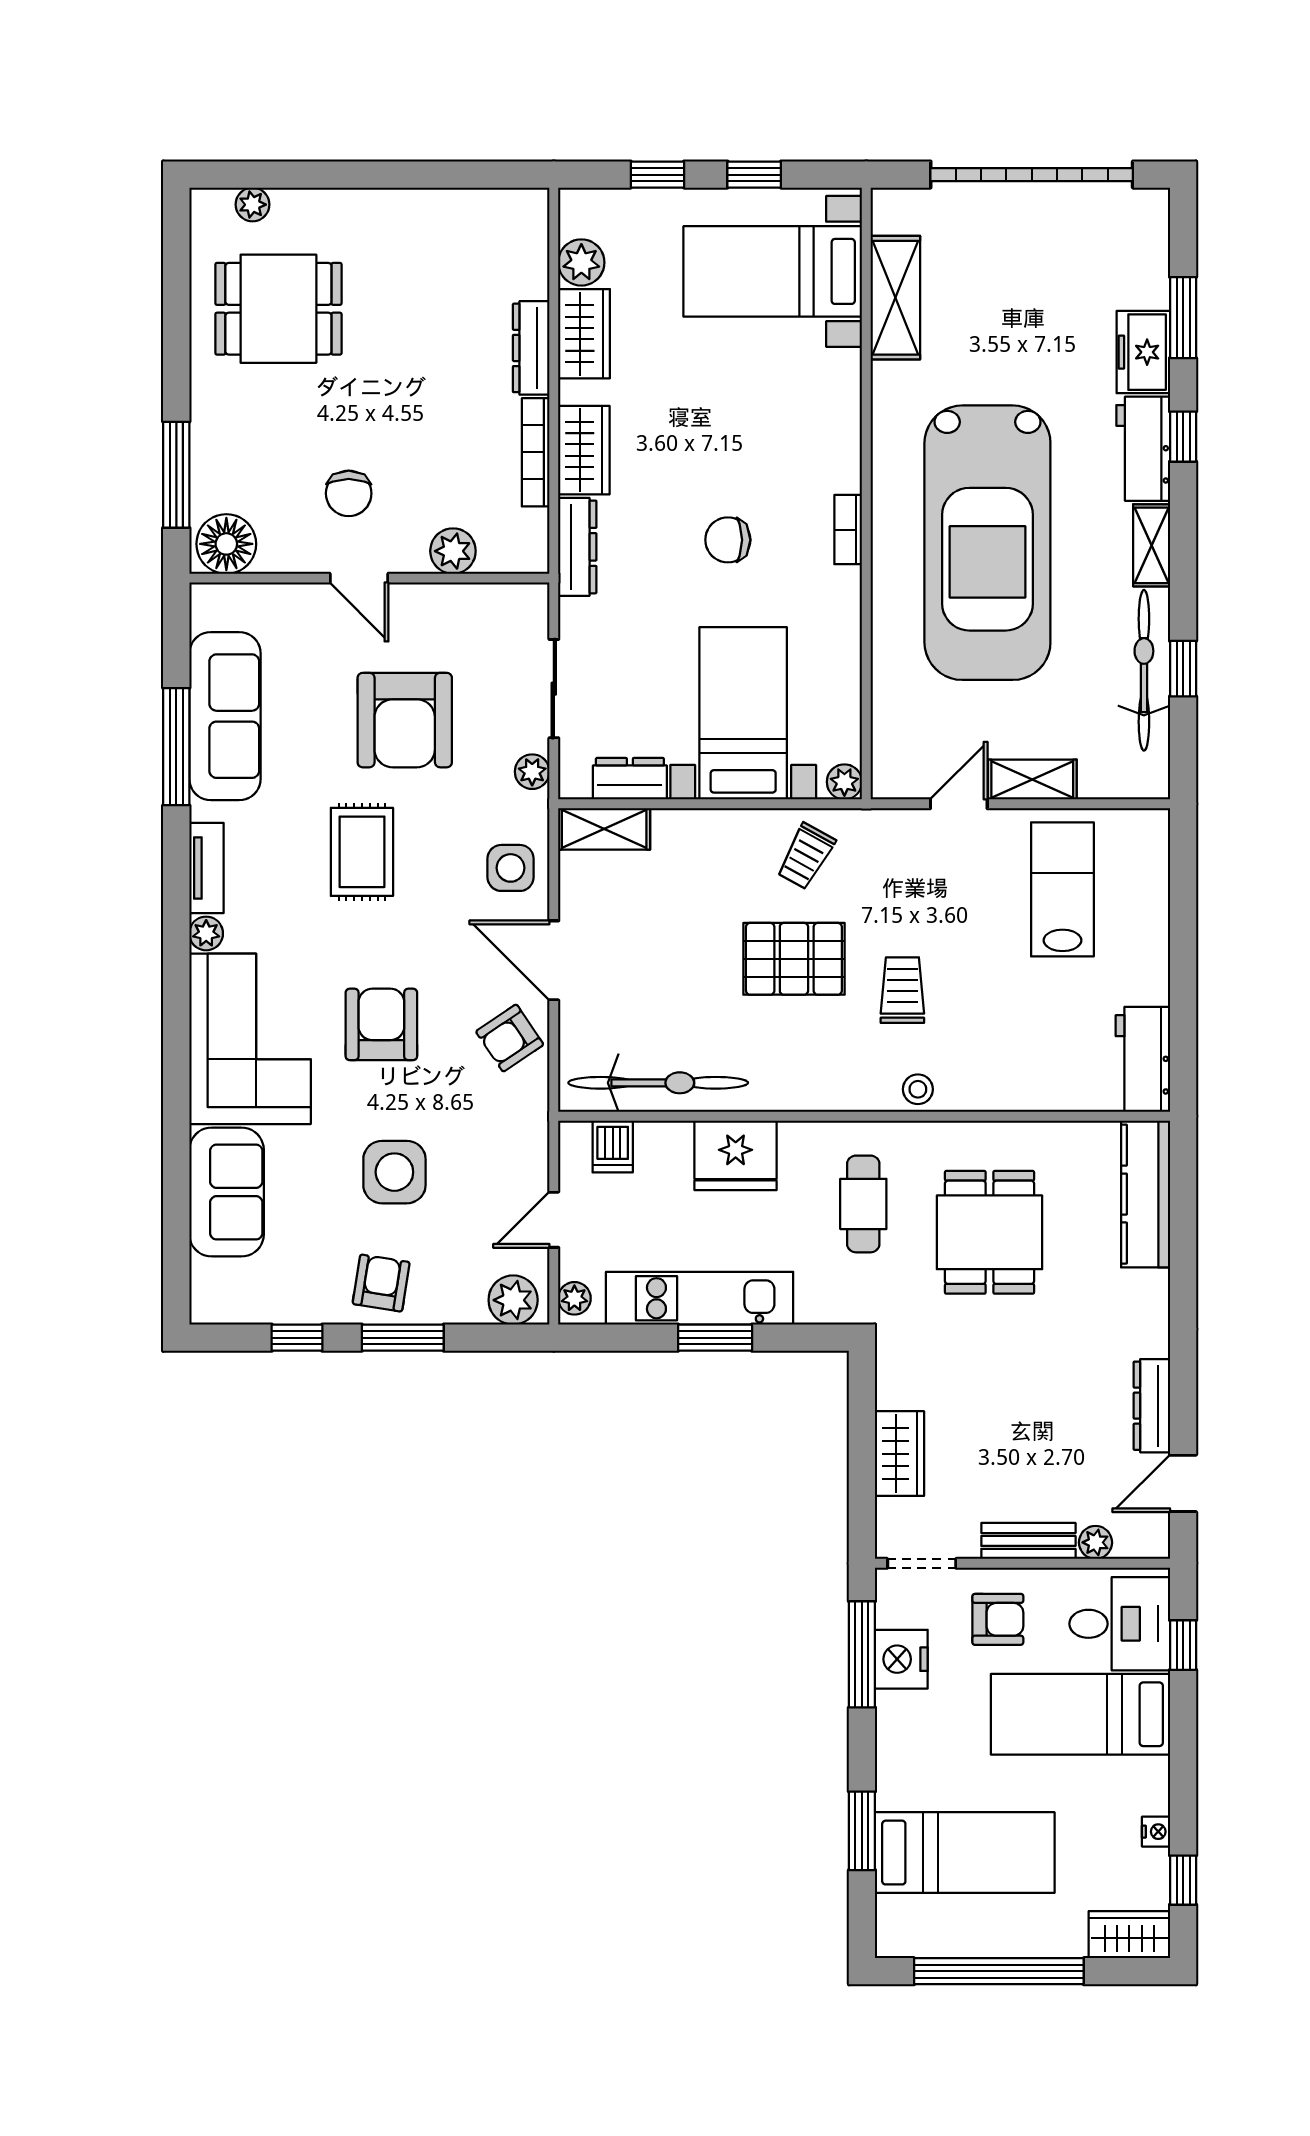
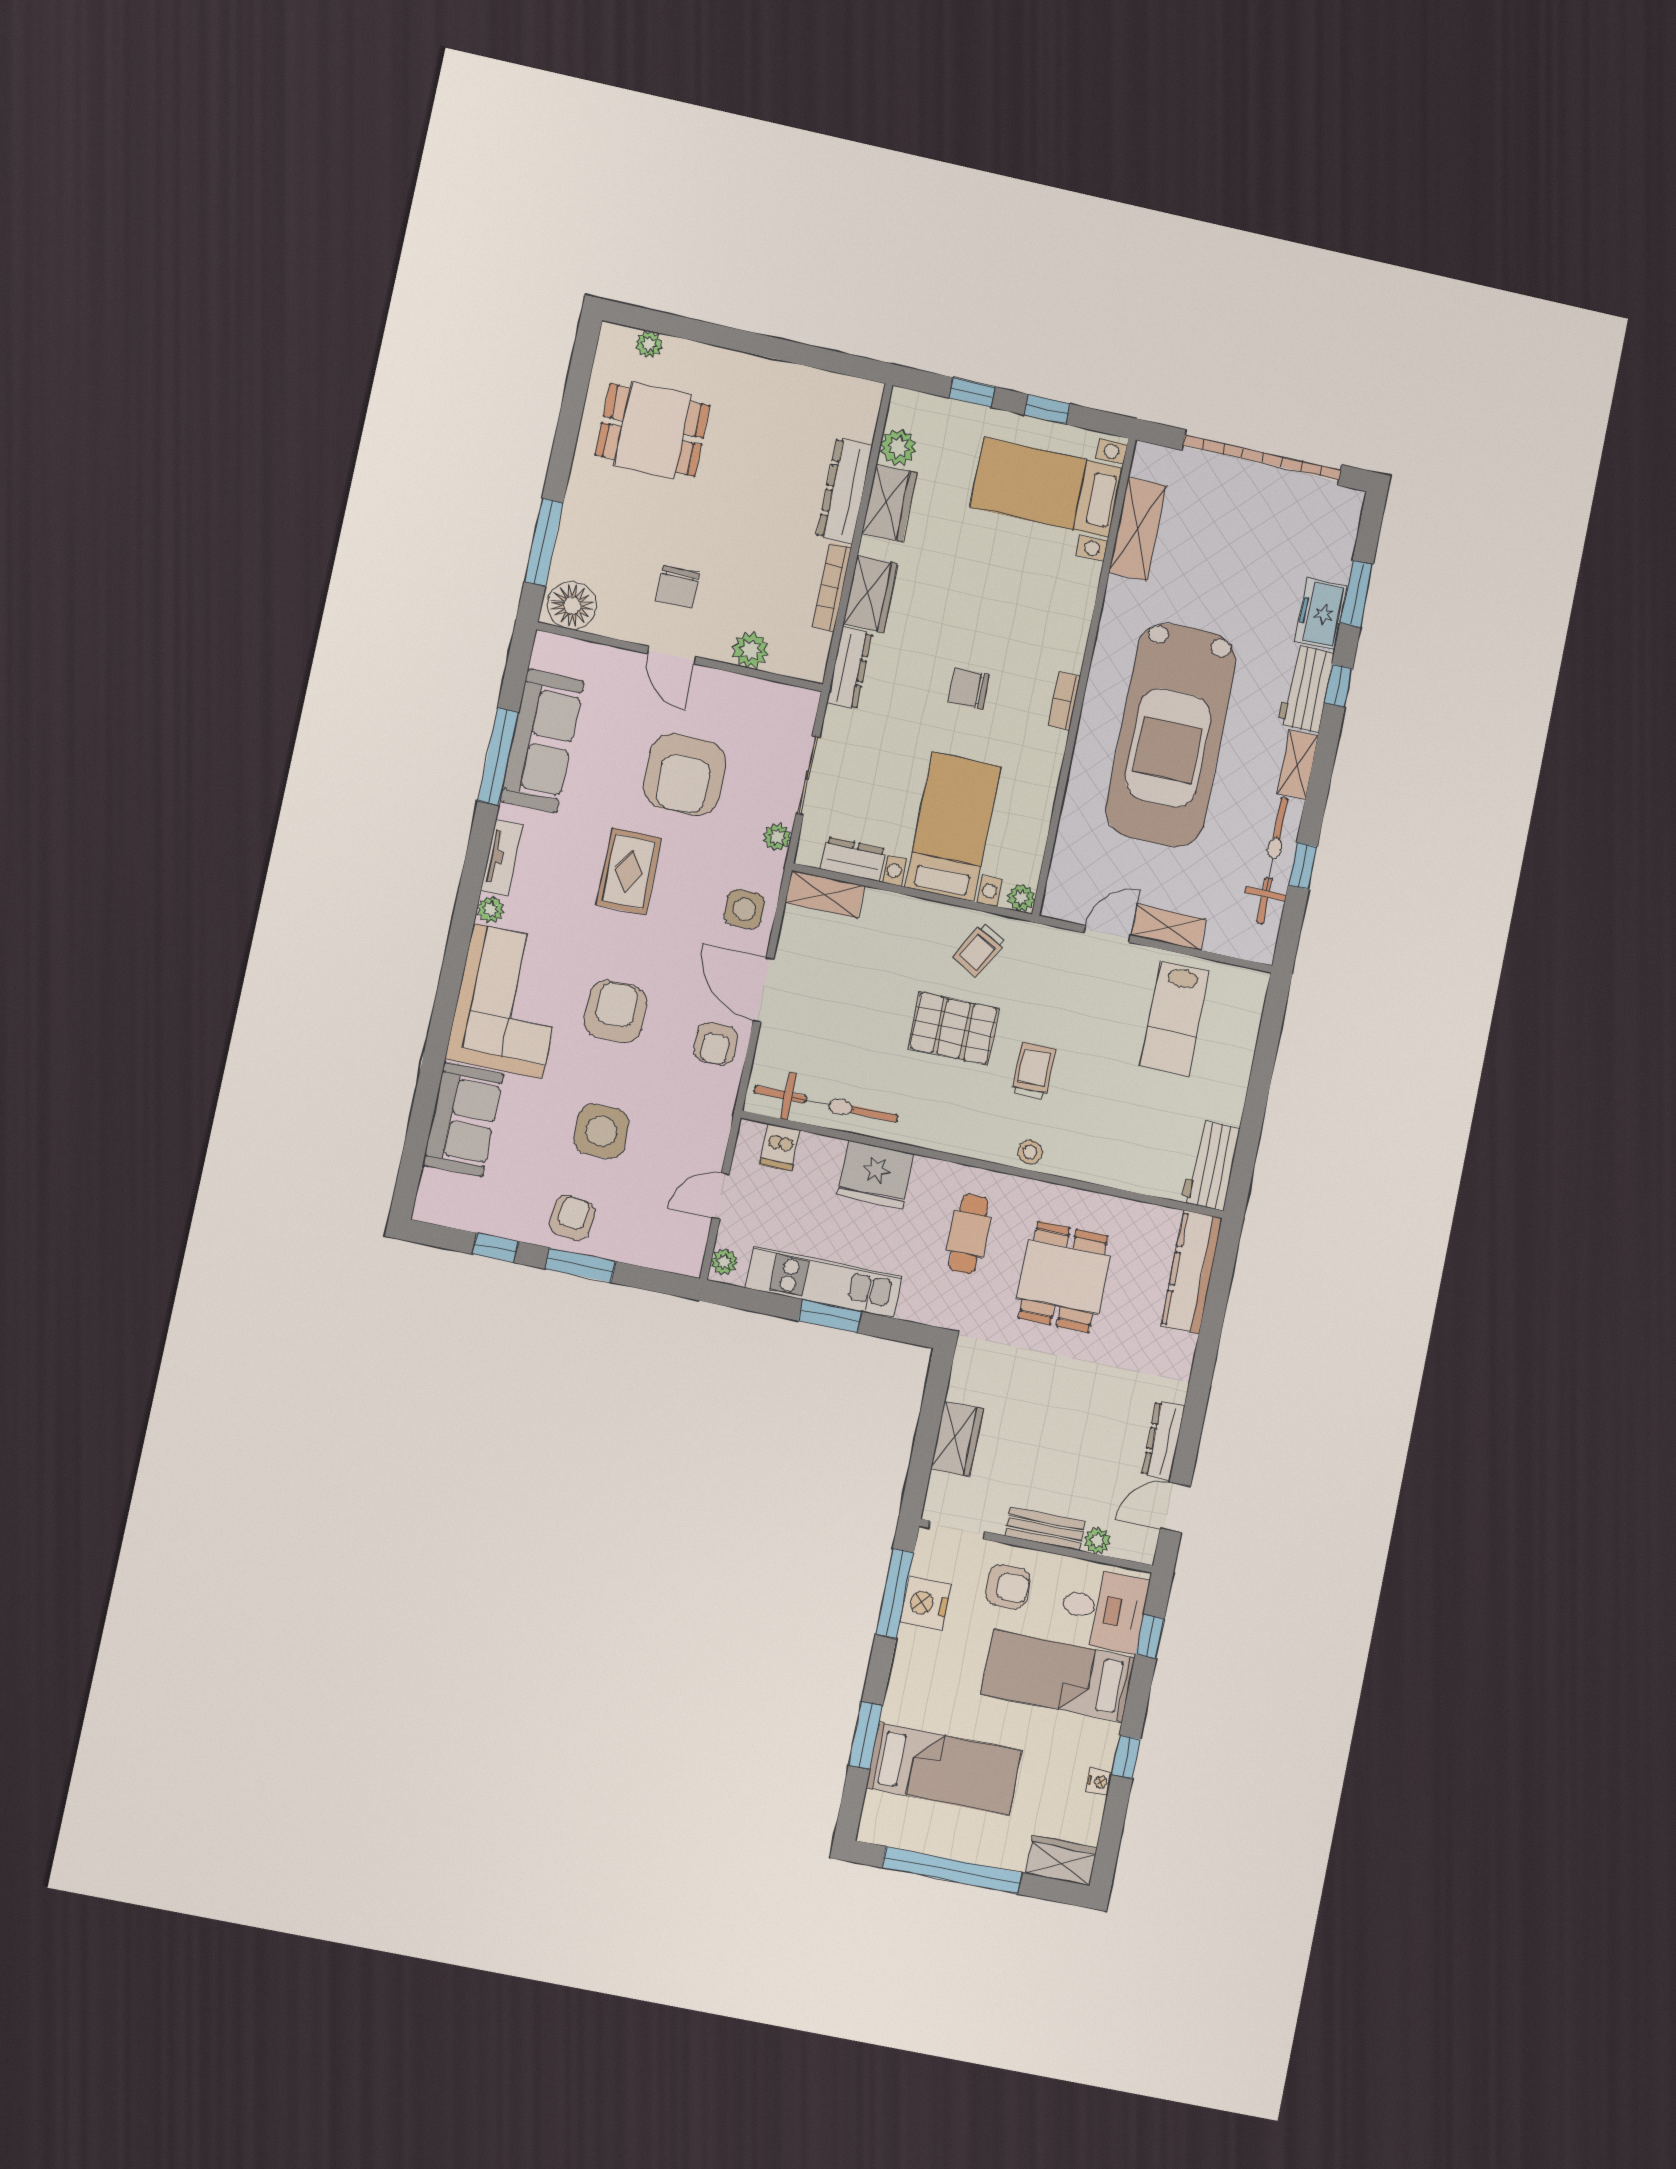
dresser: (531, 348) -> (845, 491), width x1.37, depth x1.24
lab bench: (1062, 889) -> (1175, 1018), turned 180
armchair: (510, 1038) -> (716, 1044), turned -56
plant: (513, 1300) -> (675, 1253), removed
window: (1183, 1880) -> (1126, 1757), moved

